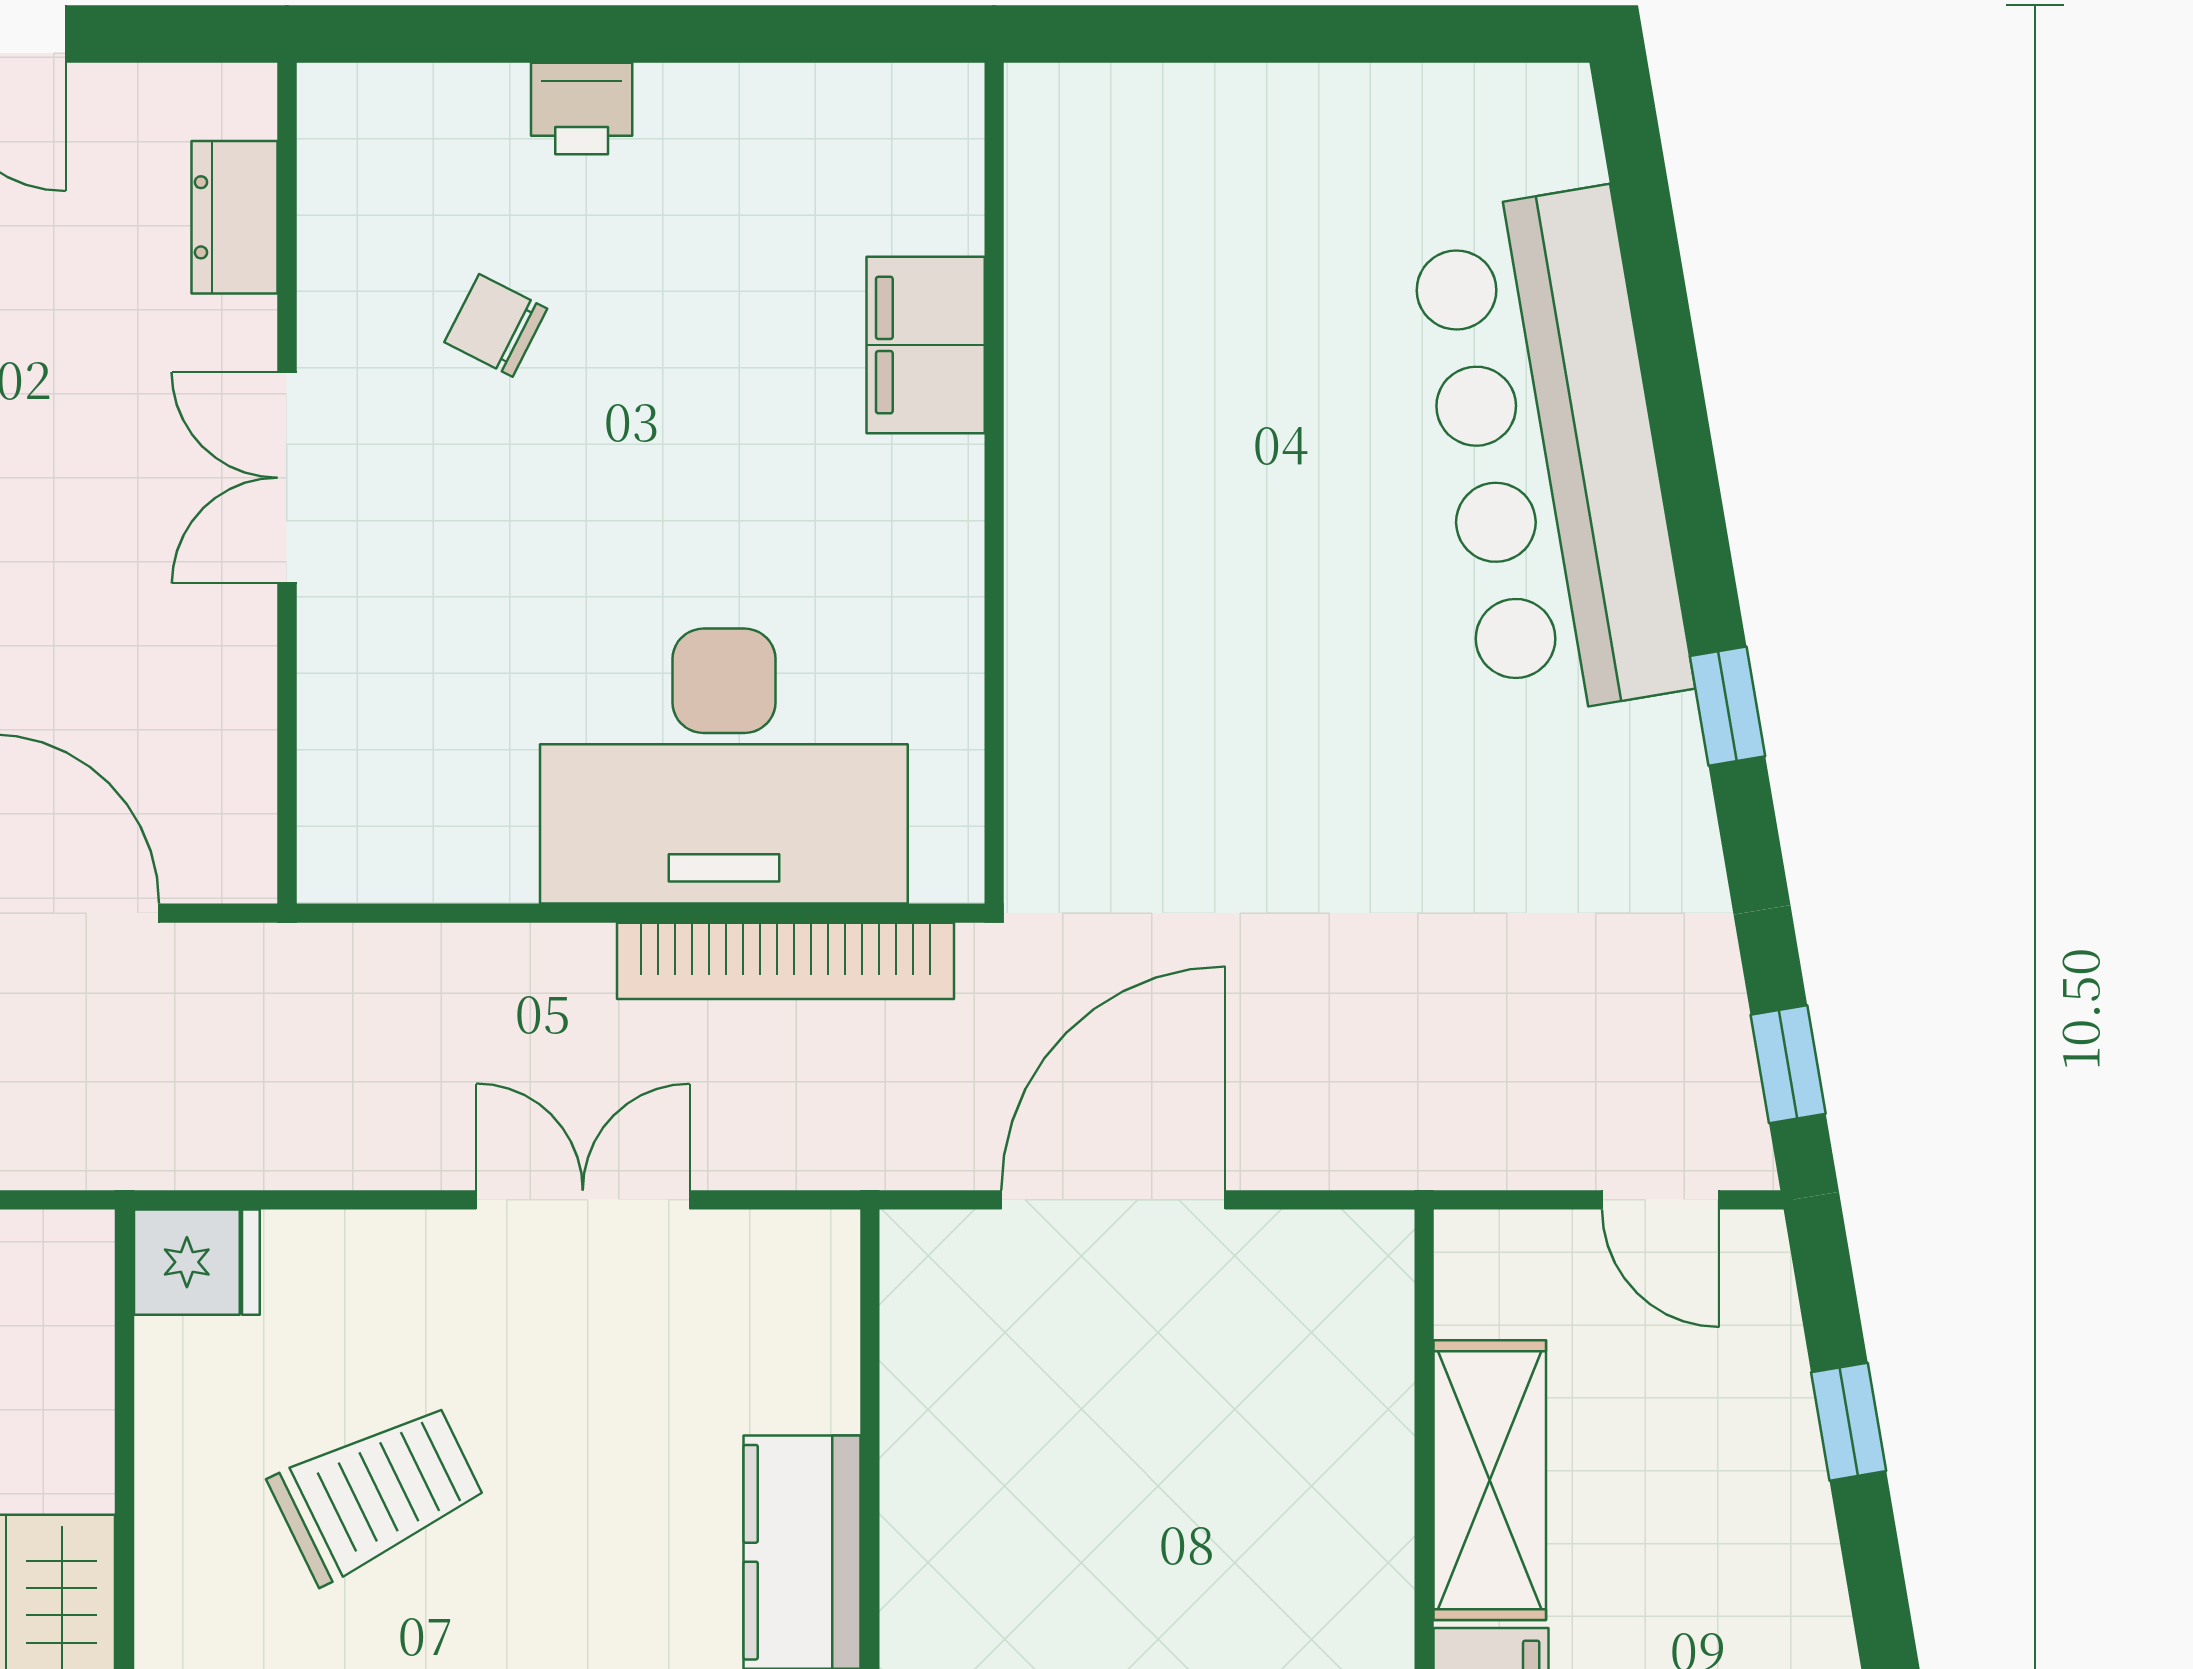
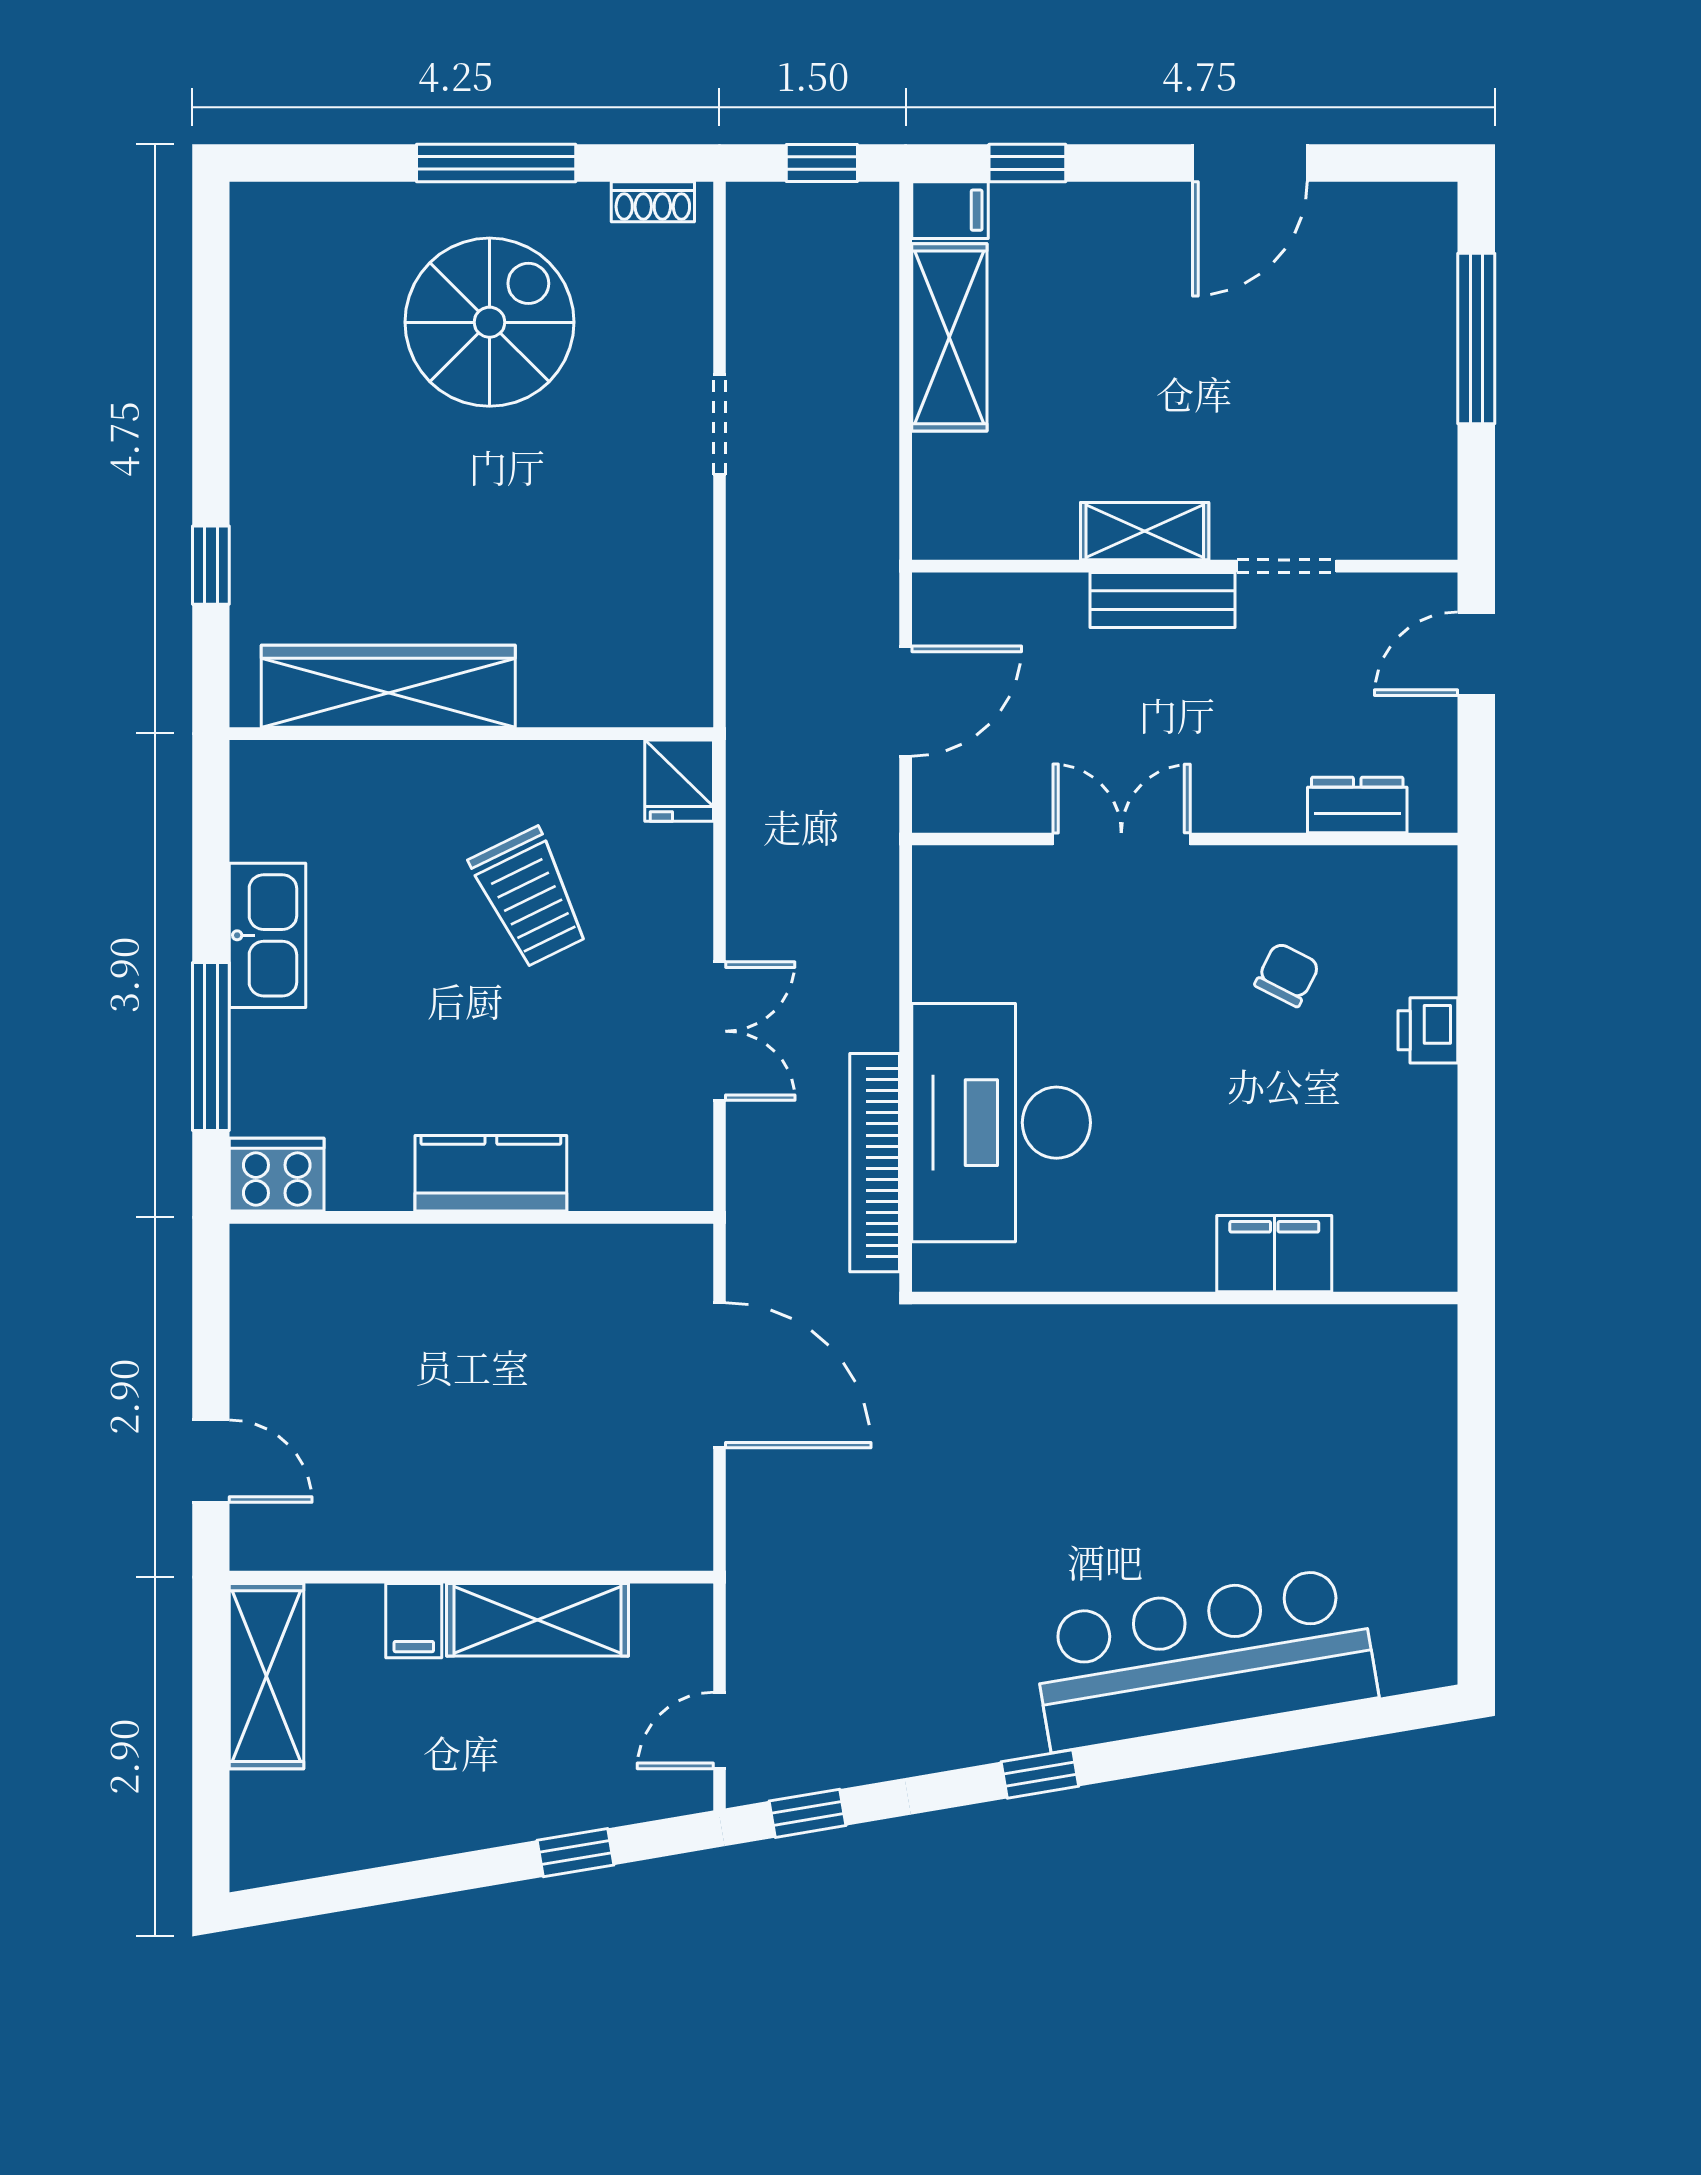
double door: (287, 478) -> (1121, 839), moved

